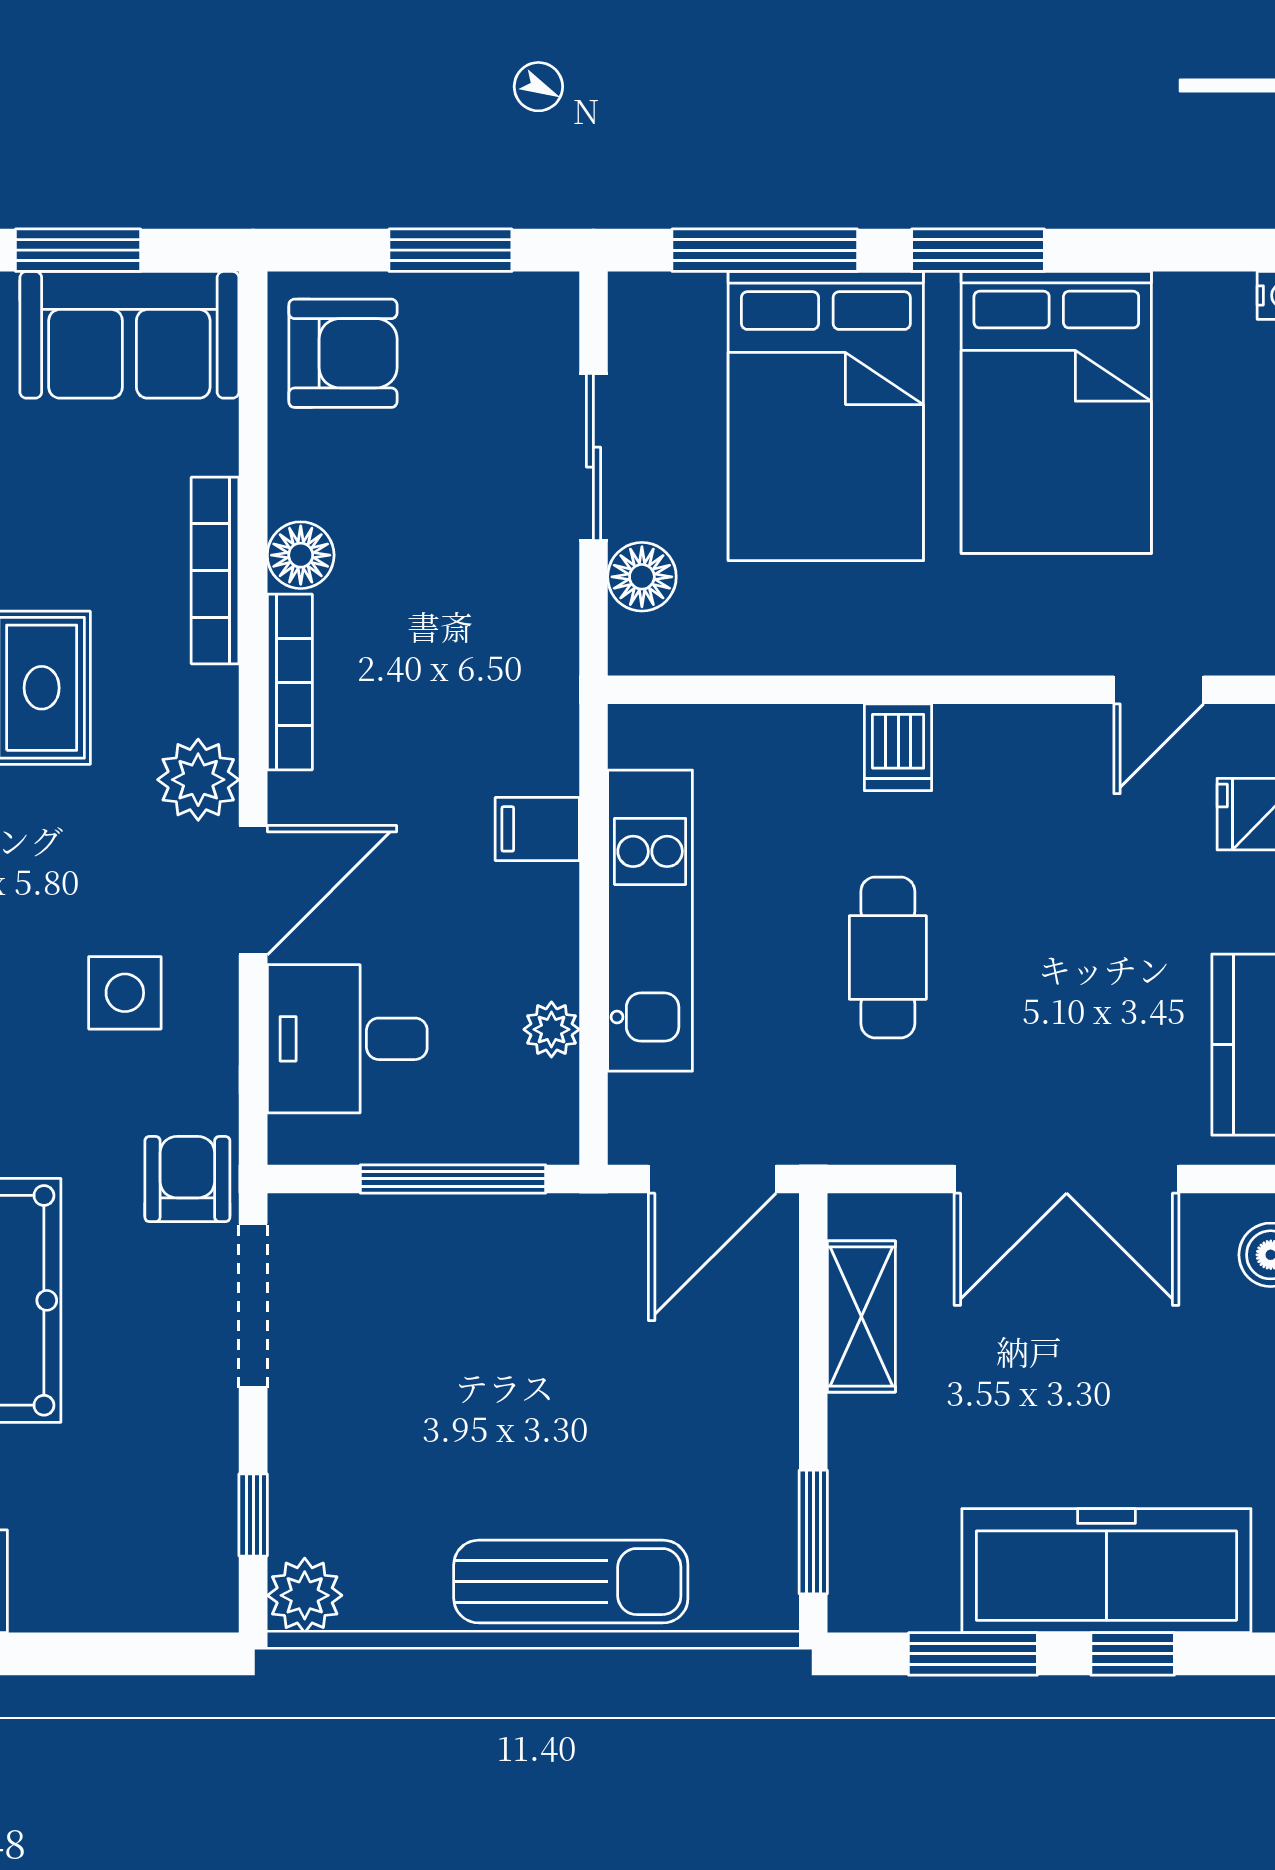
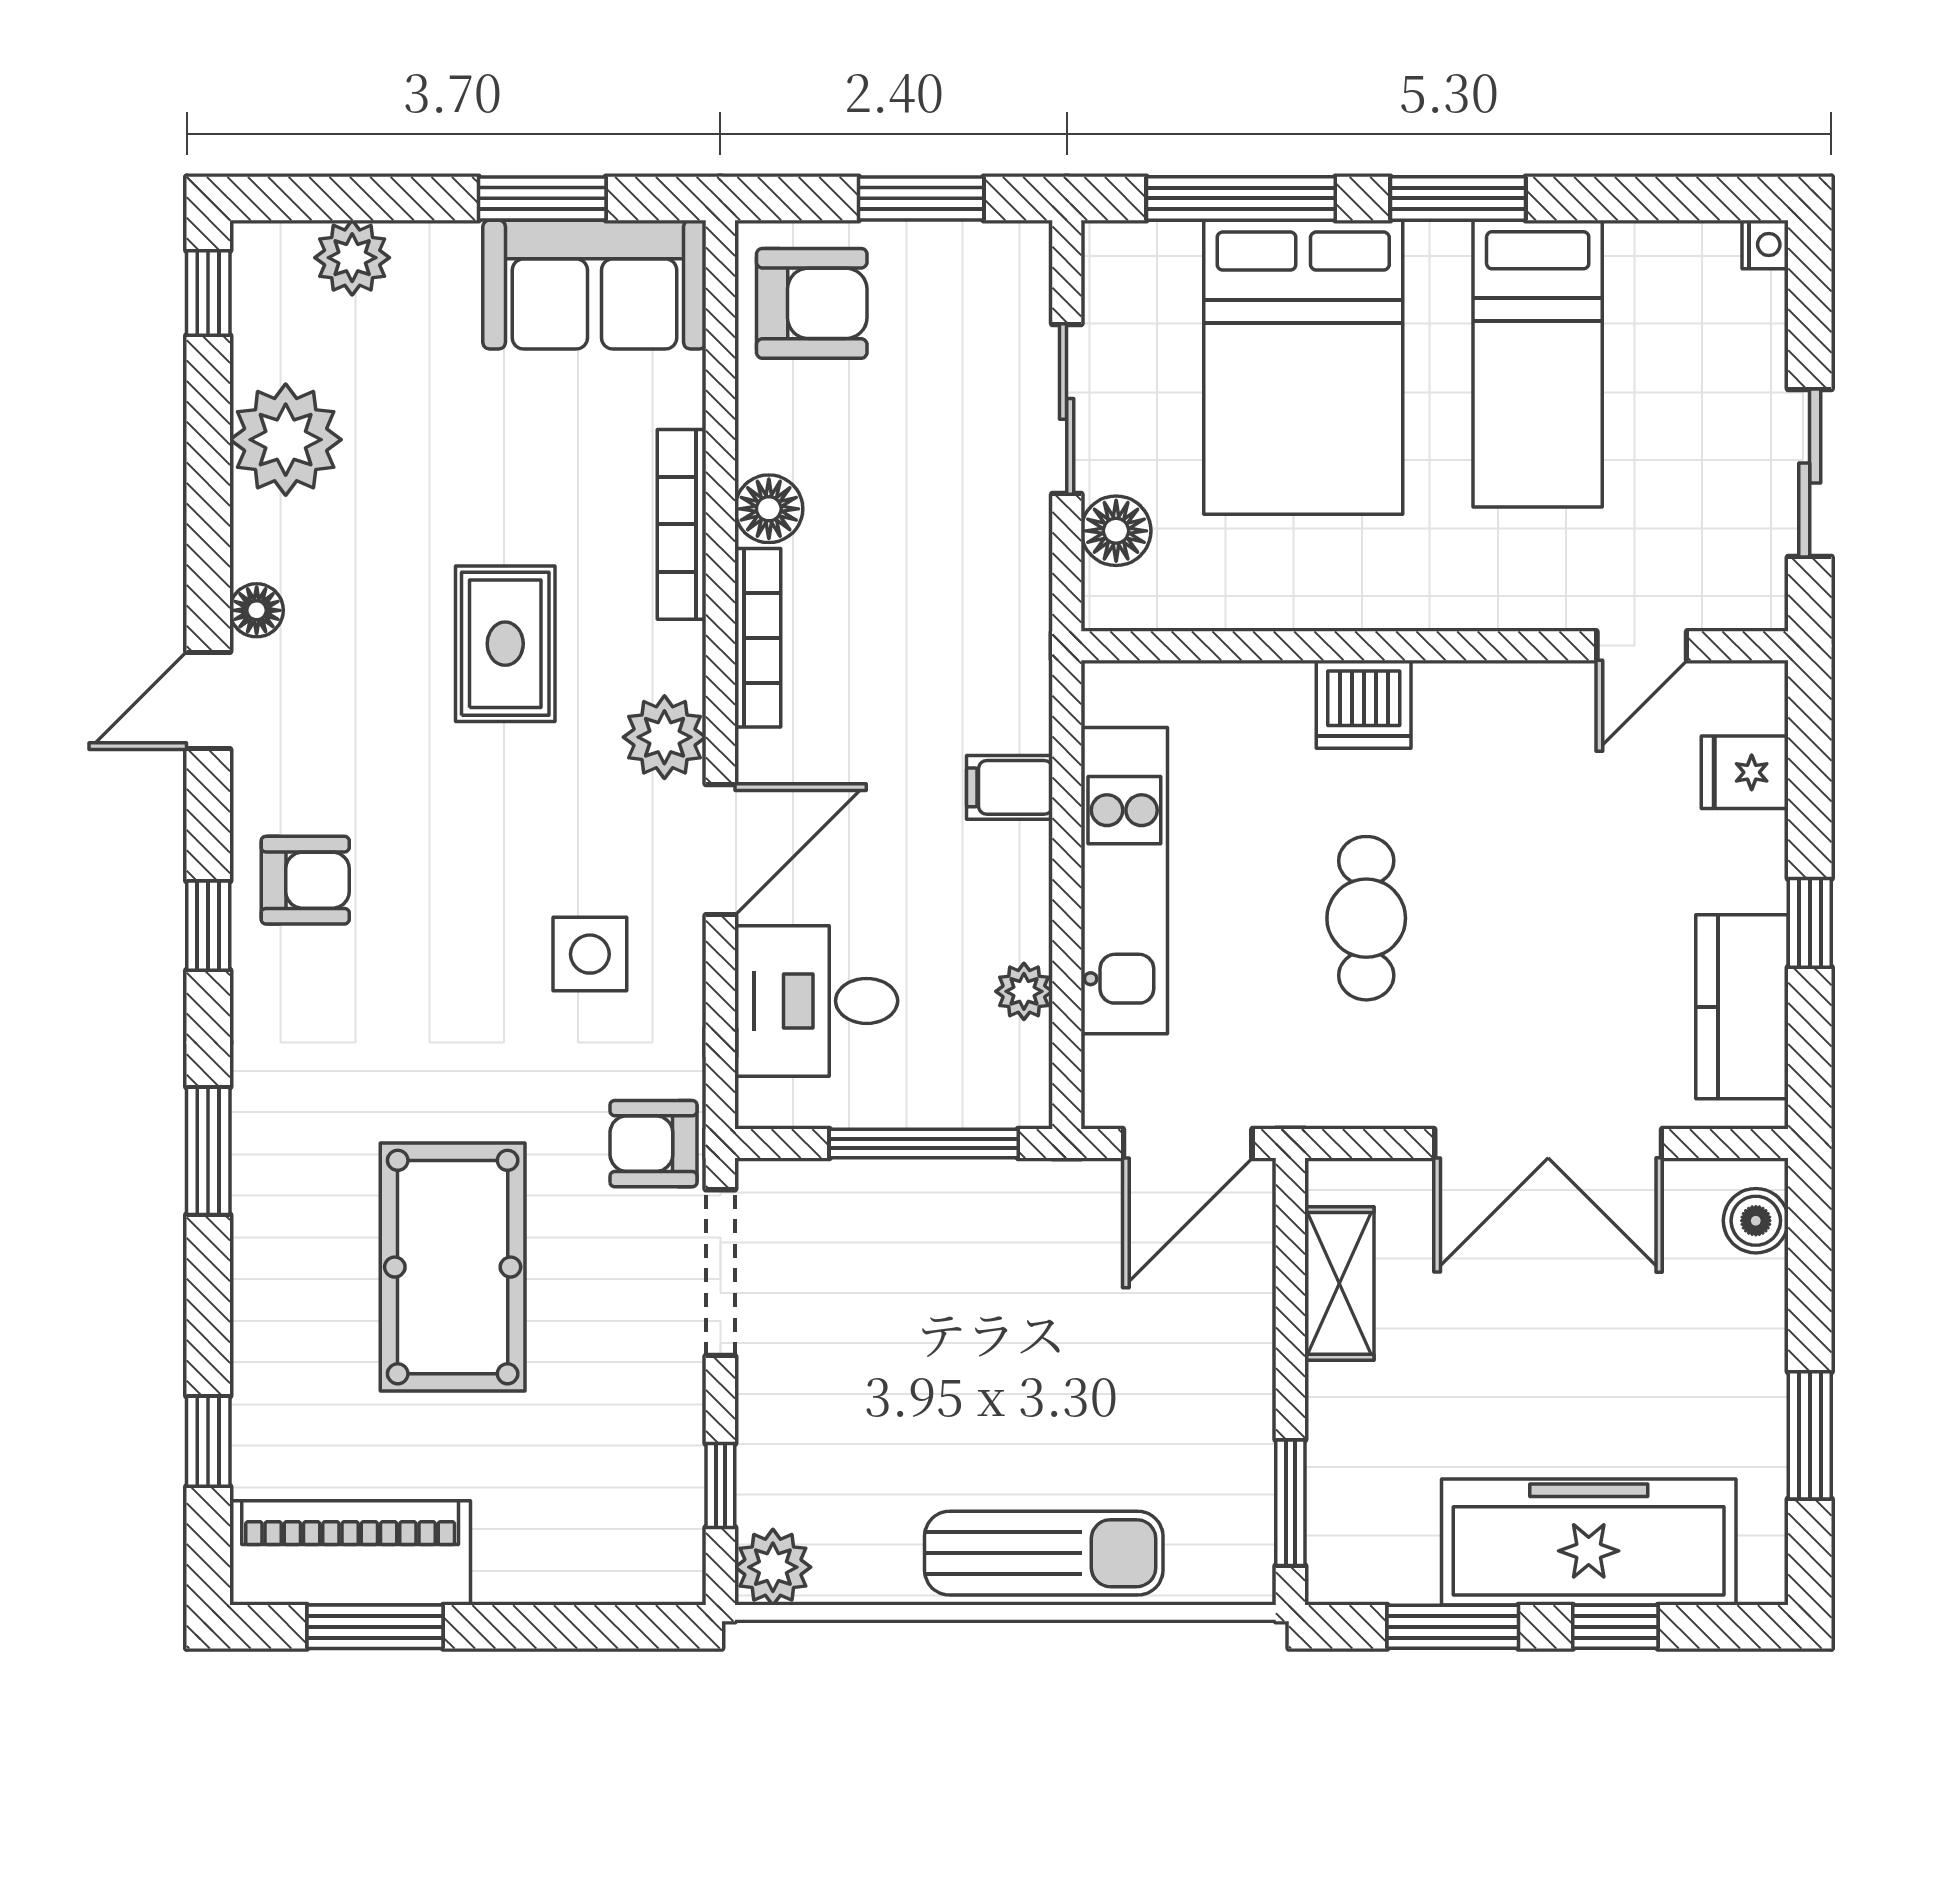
bed: (1056, 412) -> (1538, 364), width x0.67
dishwasher: (898, 747) -> (1364, 704), width x1.38
armchair: (187, 1179) -> (654, 1144), turned -90

